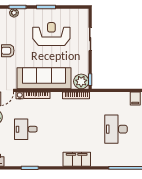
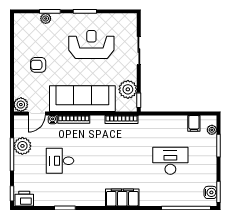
plant: (81, 81) -> (128, 89), moved
desk: (116, 129) -> (170, 161), turned 90

